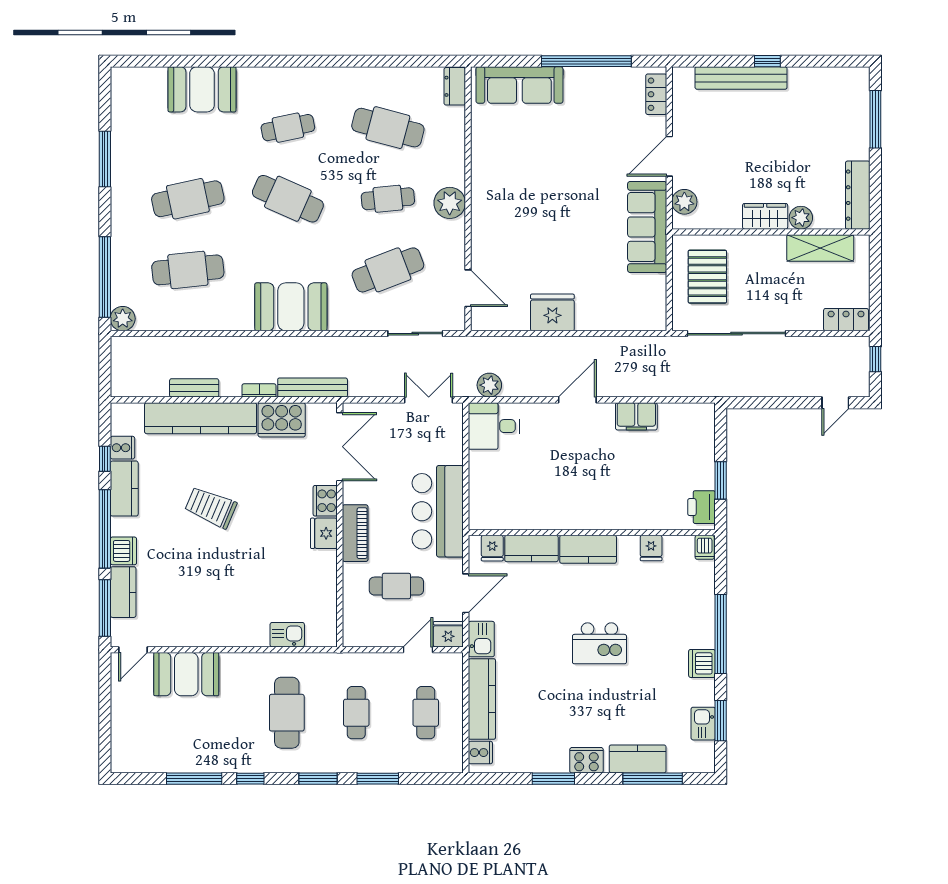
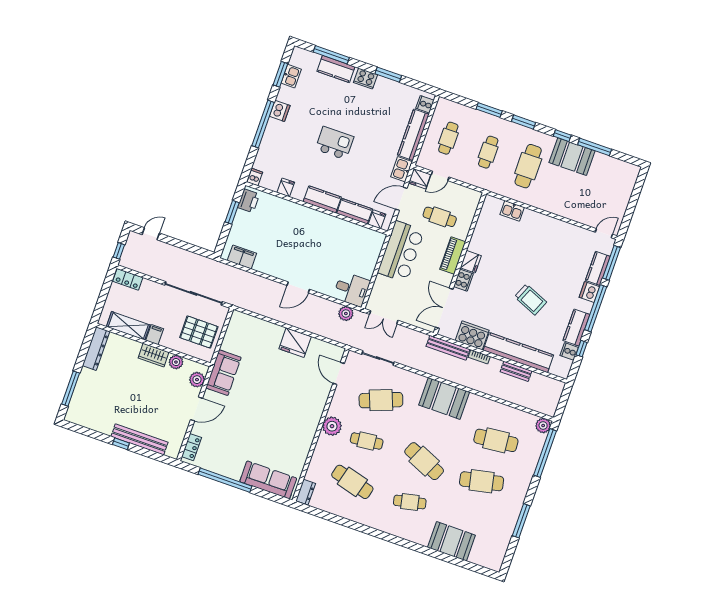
plant: (801, 218) -> (176, 362), moved
sofa: (647, 227) -> (223, 373), width x0.73
filing cabinet: (774, 249) -> (155, 335), added
pallet: (707, 277) -> (199, 332), turned 90
filing cabinet: (636, 416) -> (242, 257), moved
booth: (186, 674) -> (572, 157), moved

